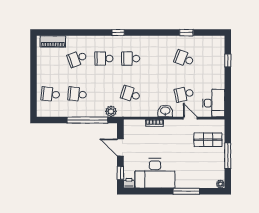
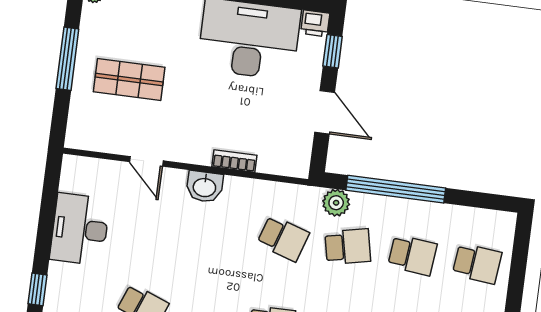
school desk: (184, 94) -> (348, 247), moved
desk: (214, 103) -> (80, 229), moved
shop shelf: (208, 140) -> (129, 79), moved

